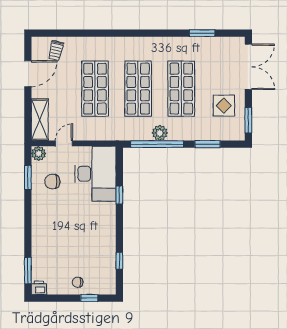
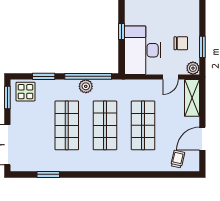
display table: (224, 106) -> (25, 92), moved

